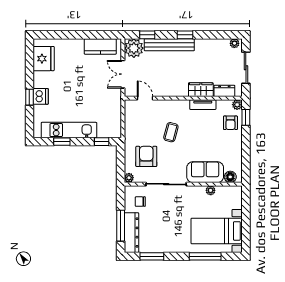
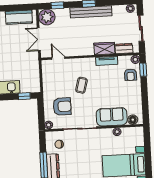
bench: (169, 45) -> (91, 12), moved
armchair: (146, 156) -> (62, 106), turned 90

